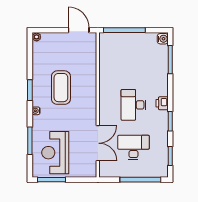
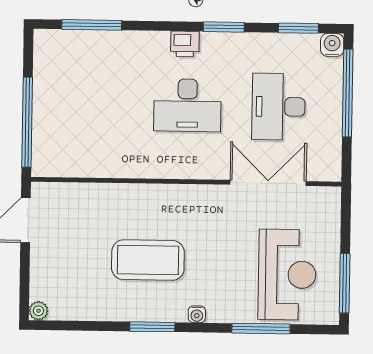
water cooler: (163, 39) -> (332, 45), moved
reception desk: (55, 153) -> (287, 275), turned -90

